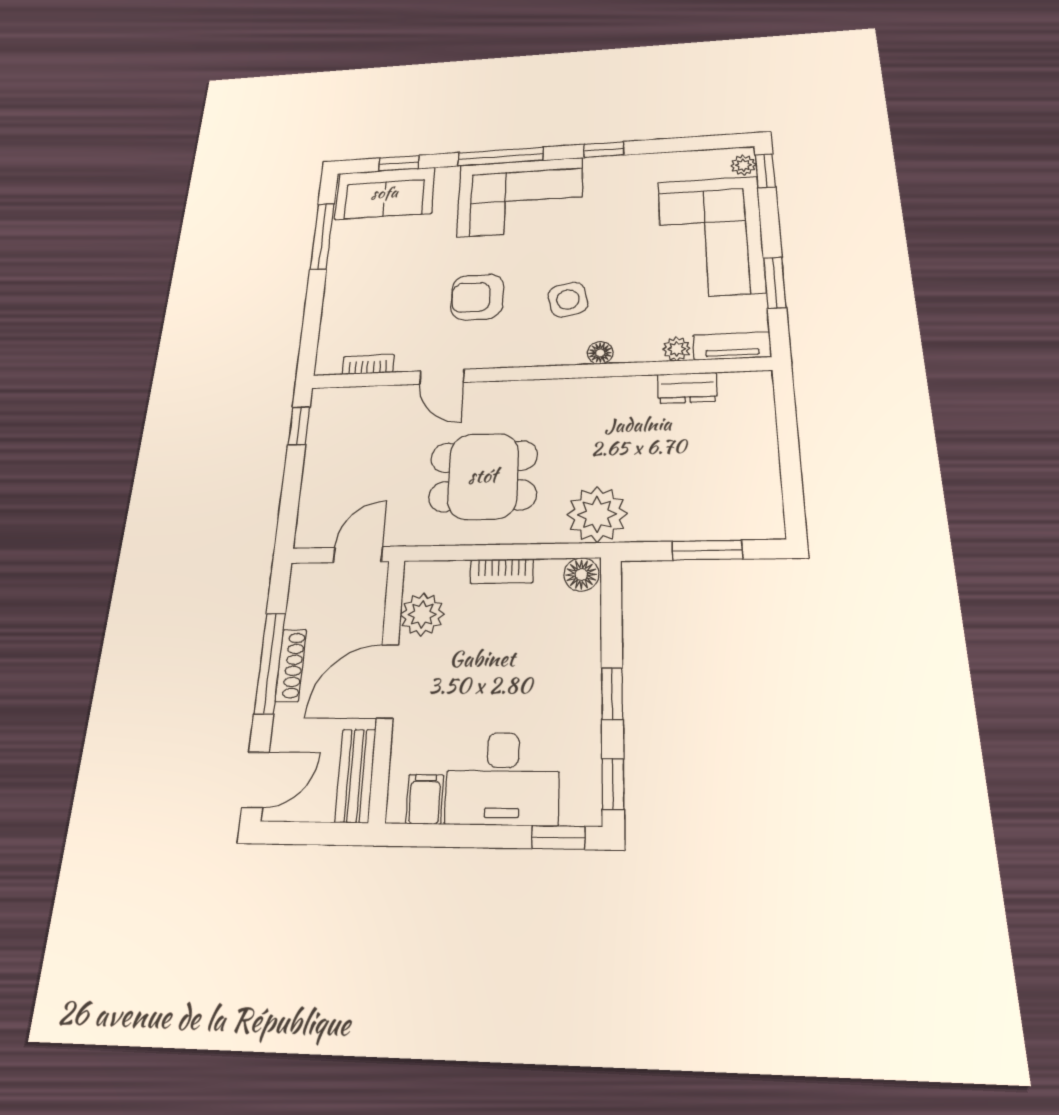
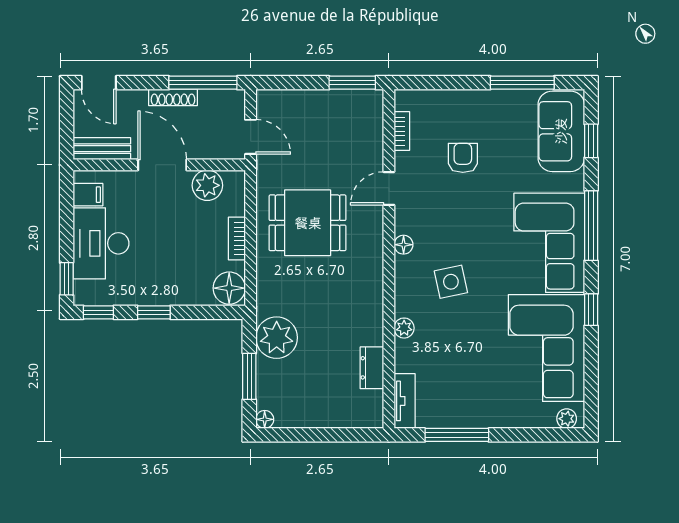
window: (765, 171) -> (560, 435), removed
corner sofa: (711, 236) -> (546, 348), moved, turned -90
window: (775, 283) -> (457, 435), width x1.44
armchair: (477, 297) -> (463, 158), moved, width x0.72, depth x0.72
plant: (677, 349) -> (404, 328), moved
floor lamp: (600, 353) -> (404, 245), moved
window: (299, 426) -> (352, 83), width x1.50
dining table: (483, 476) -> (308, 223), turned 90
plant: (597, 514) -> (277, 338), moved
floor lamp: (772, 527) -> (265, 419), added
floor lamp: (581, 575) -> (229, 288), width x1.38, depth x1.38
window: (270, 663) -> (203, 83), moved

